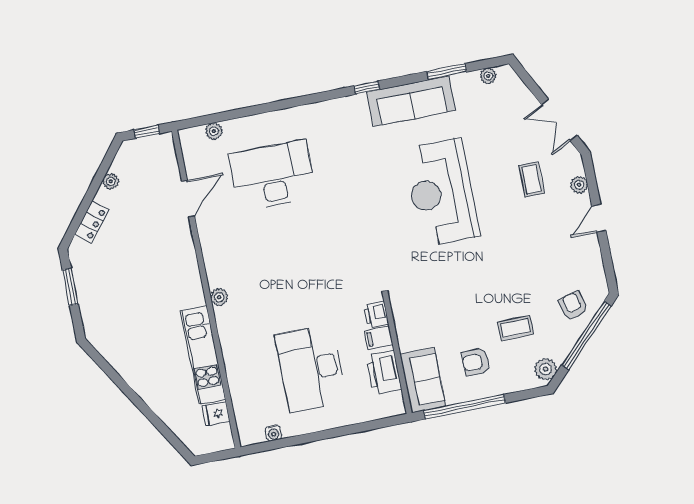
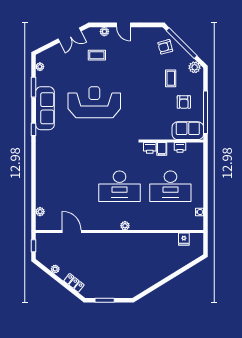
desk: (273, 176) -> (120, 186), moved, turned -90
reception desk: (441, 192) -> (94, 102), turned 180
kitchen unit: (203, 355) -> (153, 240), removed
printer: (384, 373) -> (180, 147), width x0.53, depth x0.68

